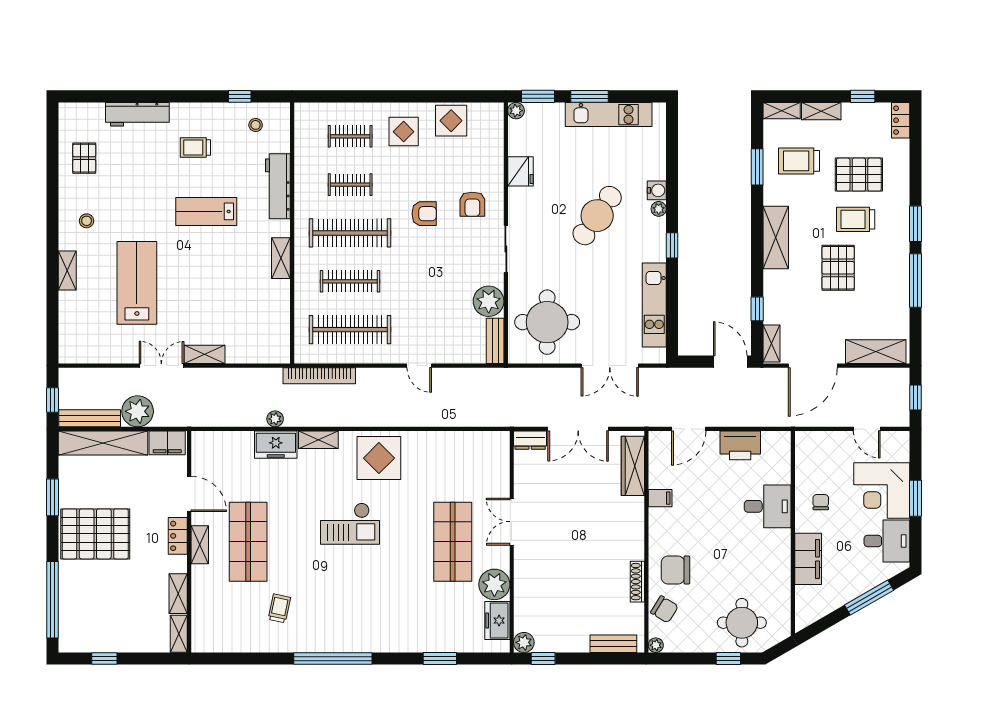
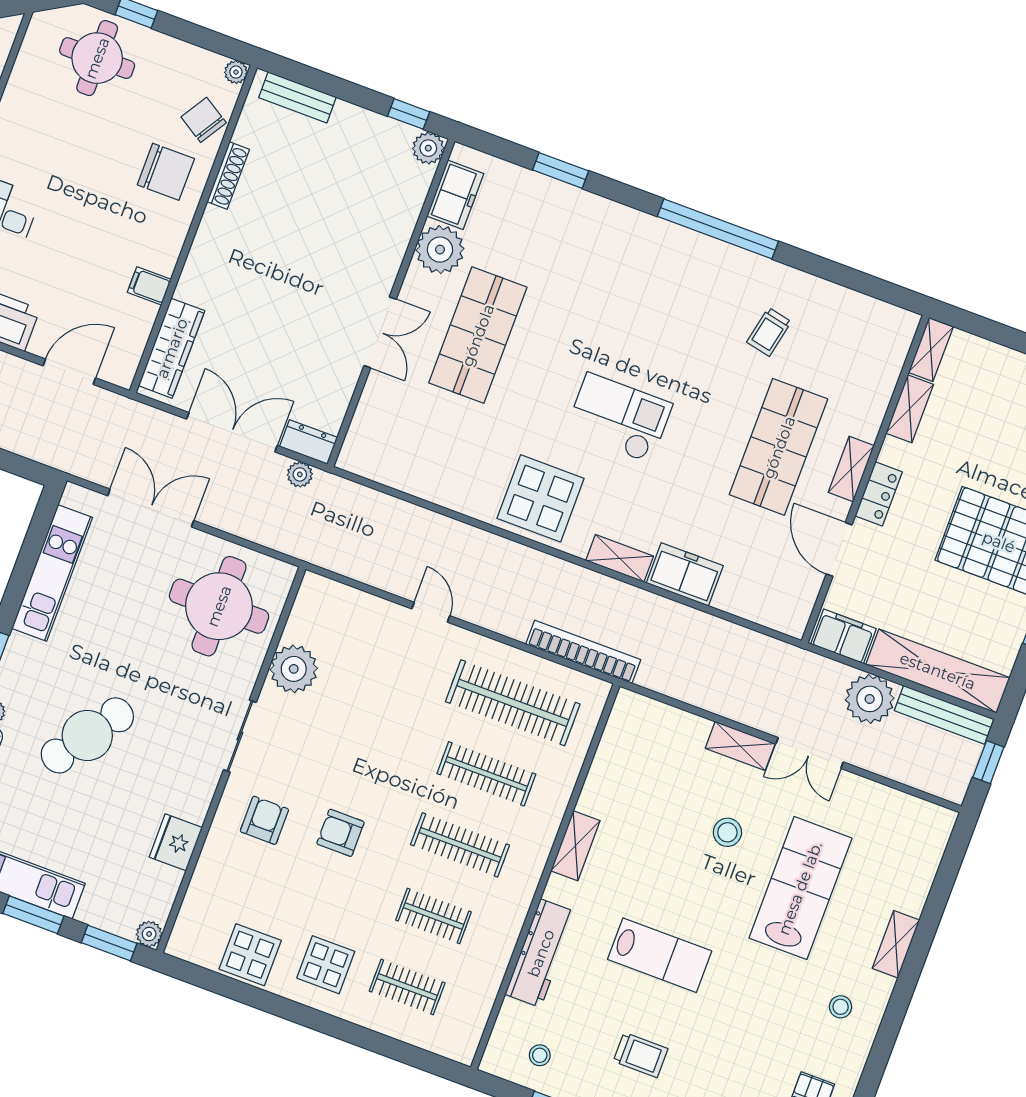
clothes rail: (350, 233) -> (460, 845), width x0.73, depth x0.76
lab bench: (137, 283) -> (800, 888), turned 180
stool: (193, 300) -> (727, 832), added
bench: (495, 341) -> (306, 607), removed
plant: (275, 419) -> (300, 474), moved

